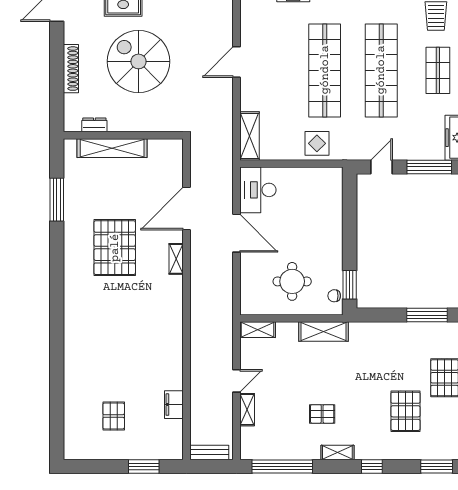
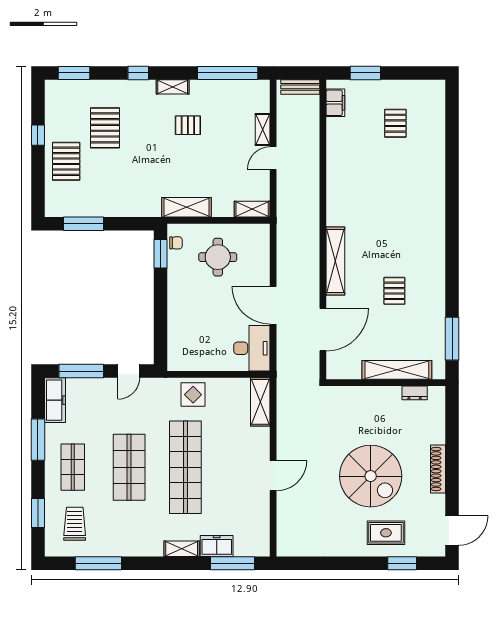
shop shelf: (381, 70) -> (129, 467), width x0.71
dresser: (94, 125) -> (415, 393), moved
wall: (123, 135) -> (386, 383), moved
shelving: (112, 148) -> (397, 370), moved
pallet: (115, 248) -> (394, 291), width x0.49, depth x0.50
shelving: (176, 259) -> (335, 261), width x2.20, depth x1.33
filing cabinet: (174, 405) -> (335, 103), moved

